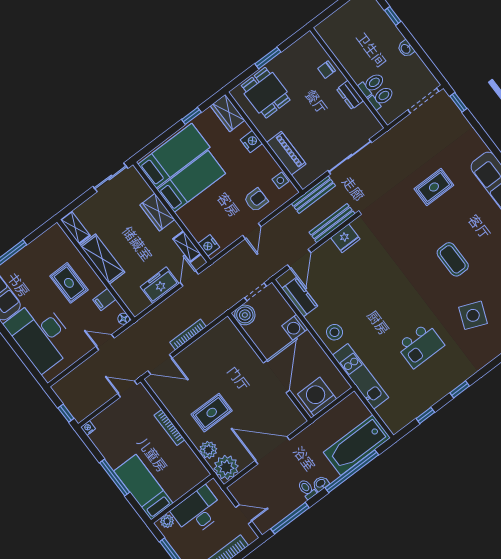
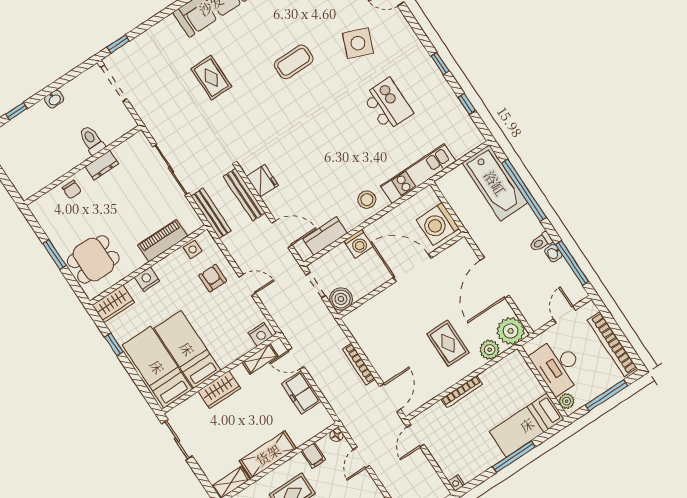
toilet: (381, 98) -> (107, 130), removed
washbasin: (321, 484) -> (553, 253), moved

